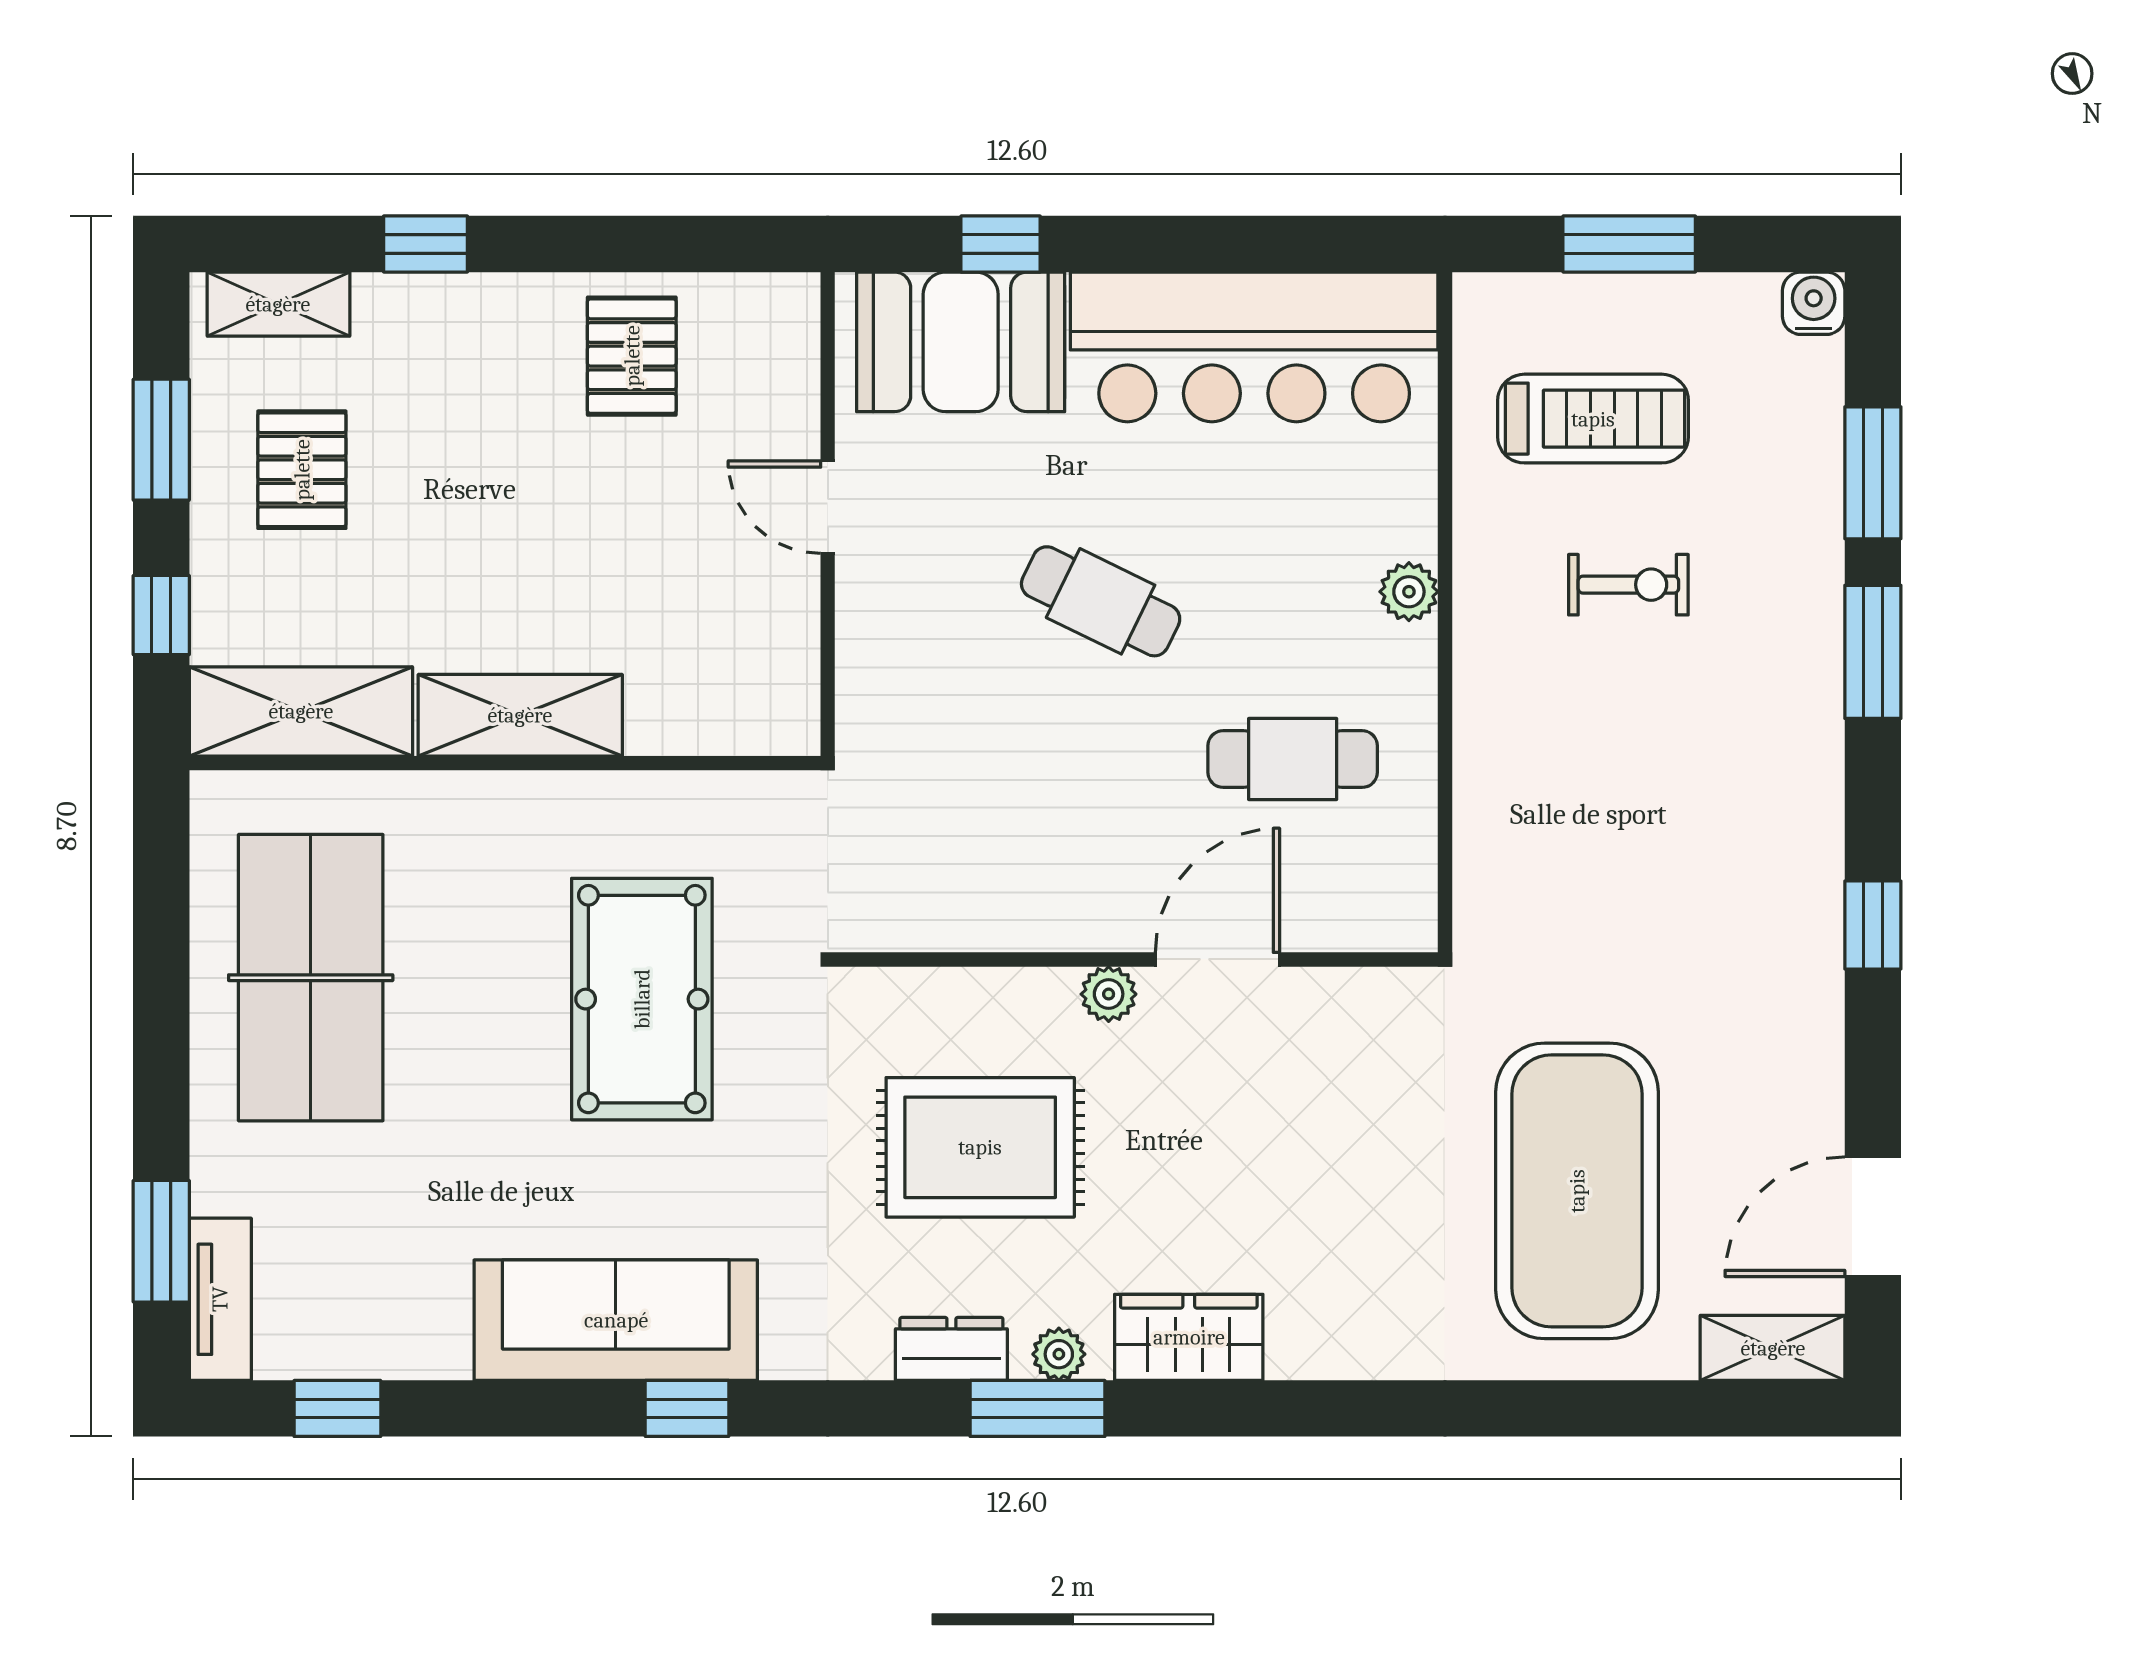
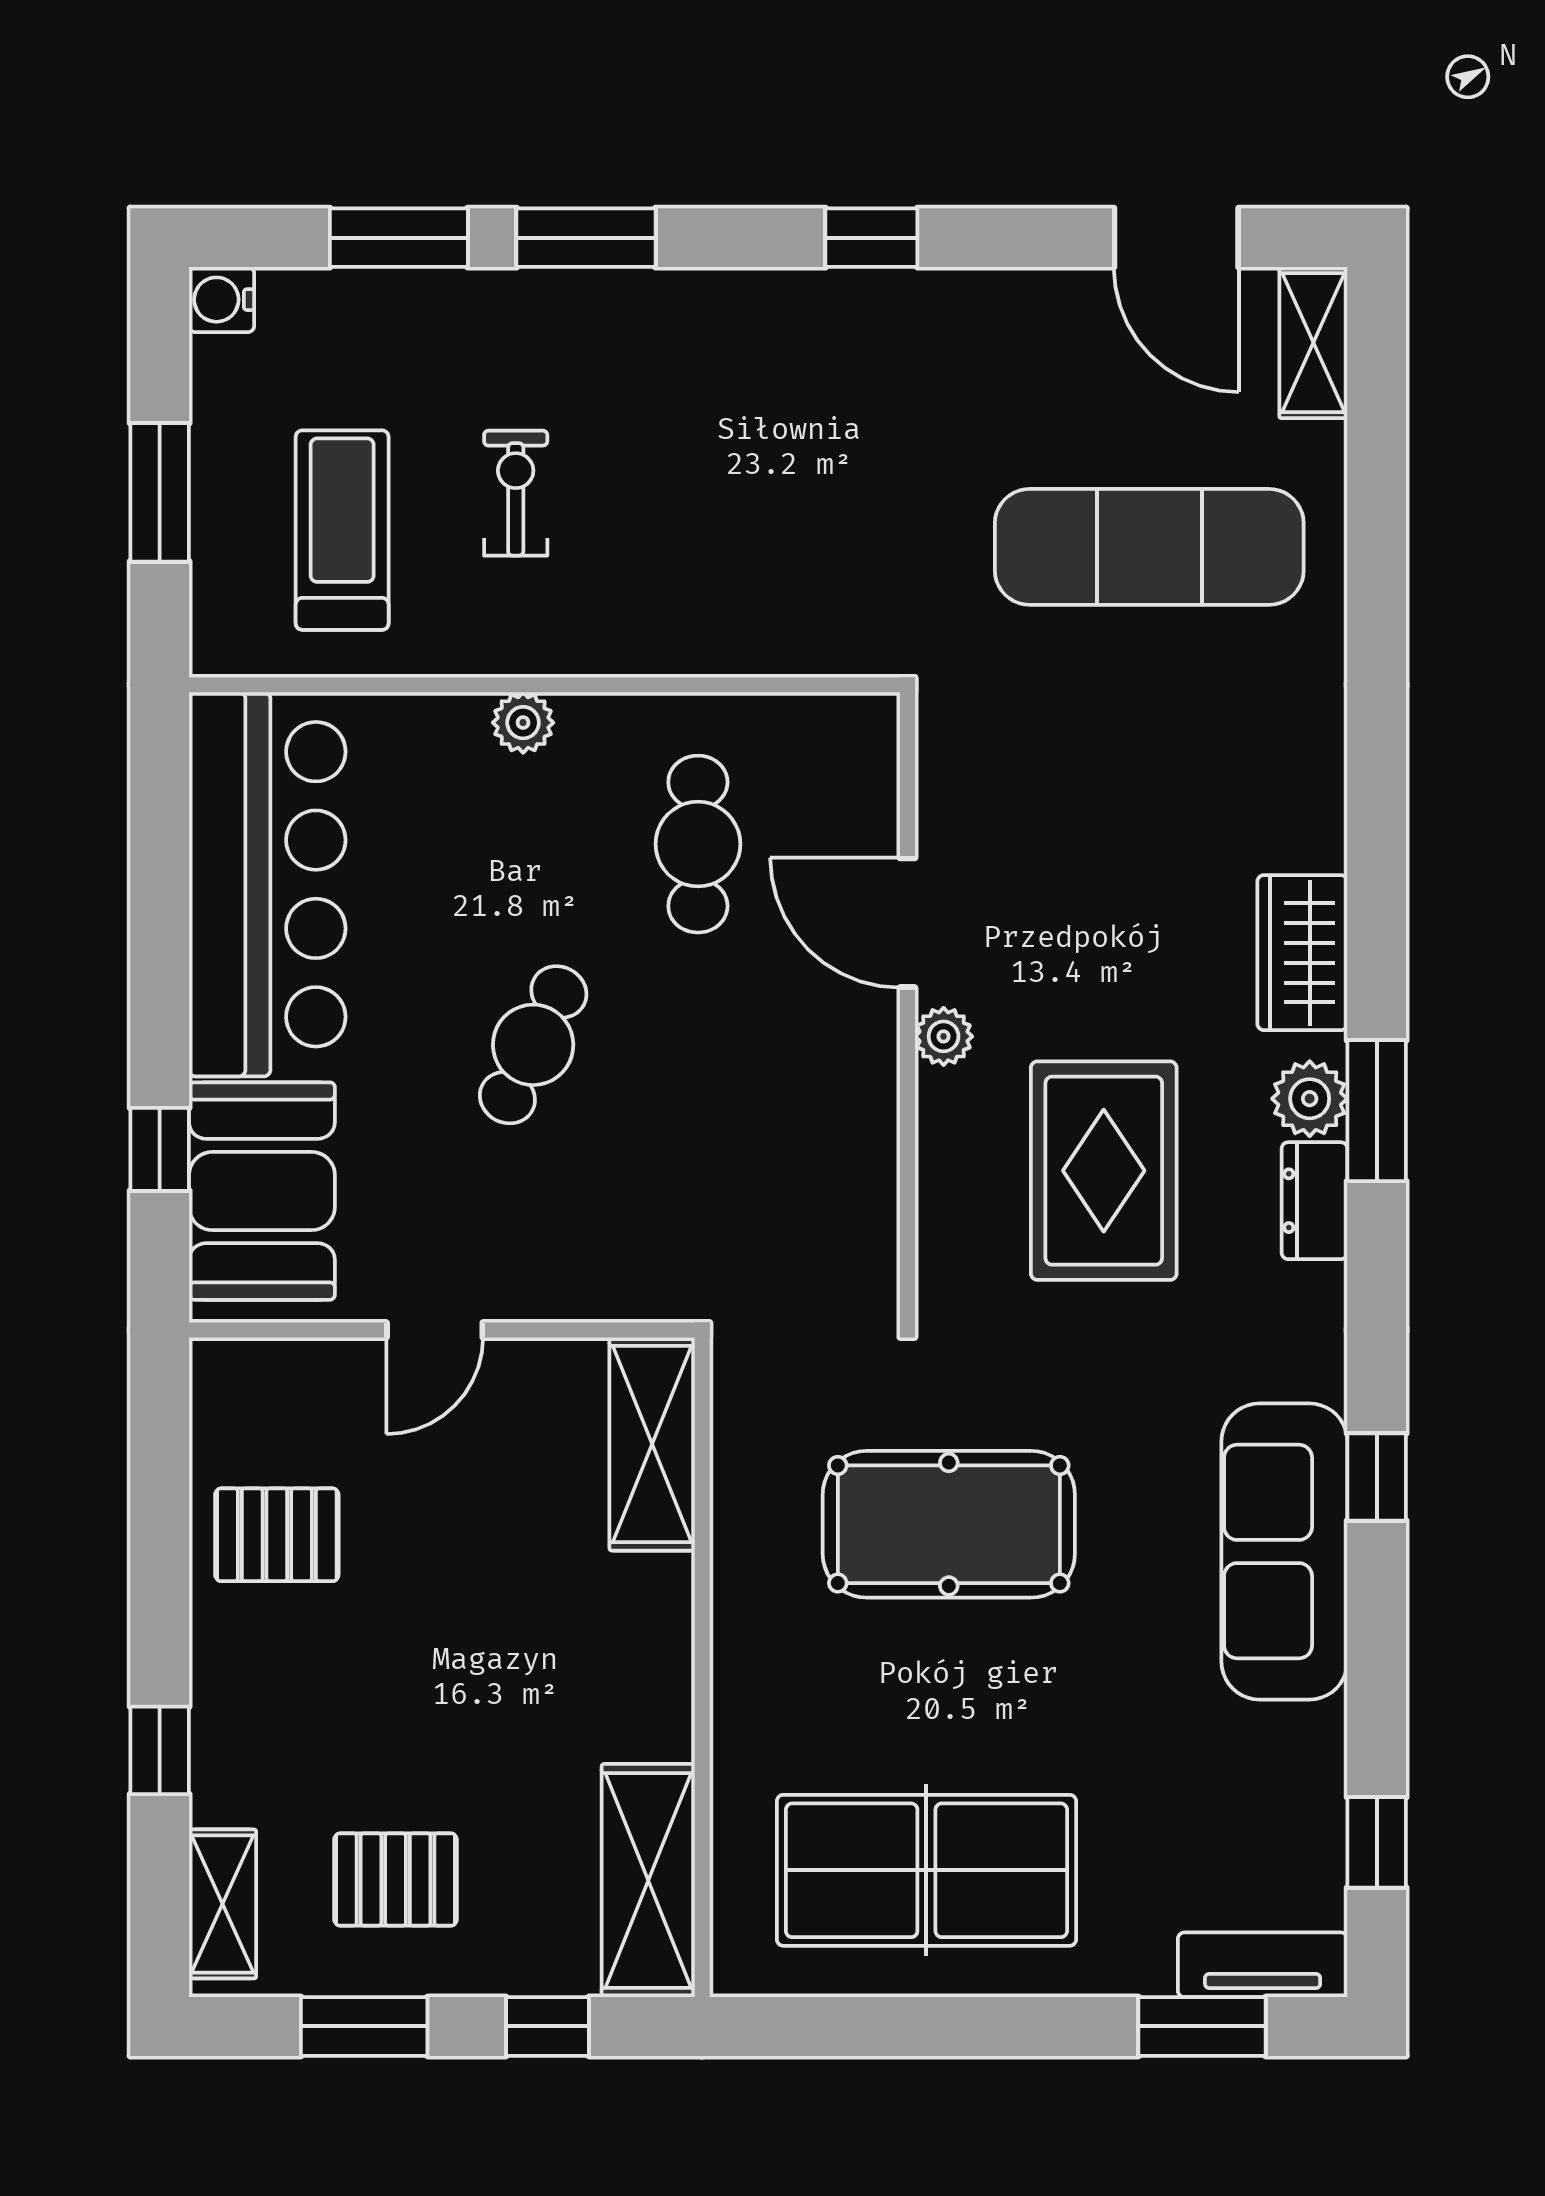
shelving: (520, 715) -> (652, 1444), moved
exercise mat: (1577, 1191) -> (1149, 547), width x0.68
plant: (1059, 1354) -> (1310, 1099), width x1.38, depth x1.38

